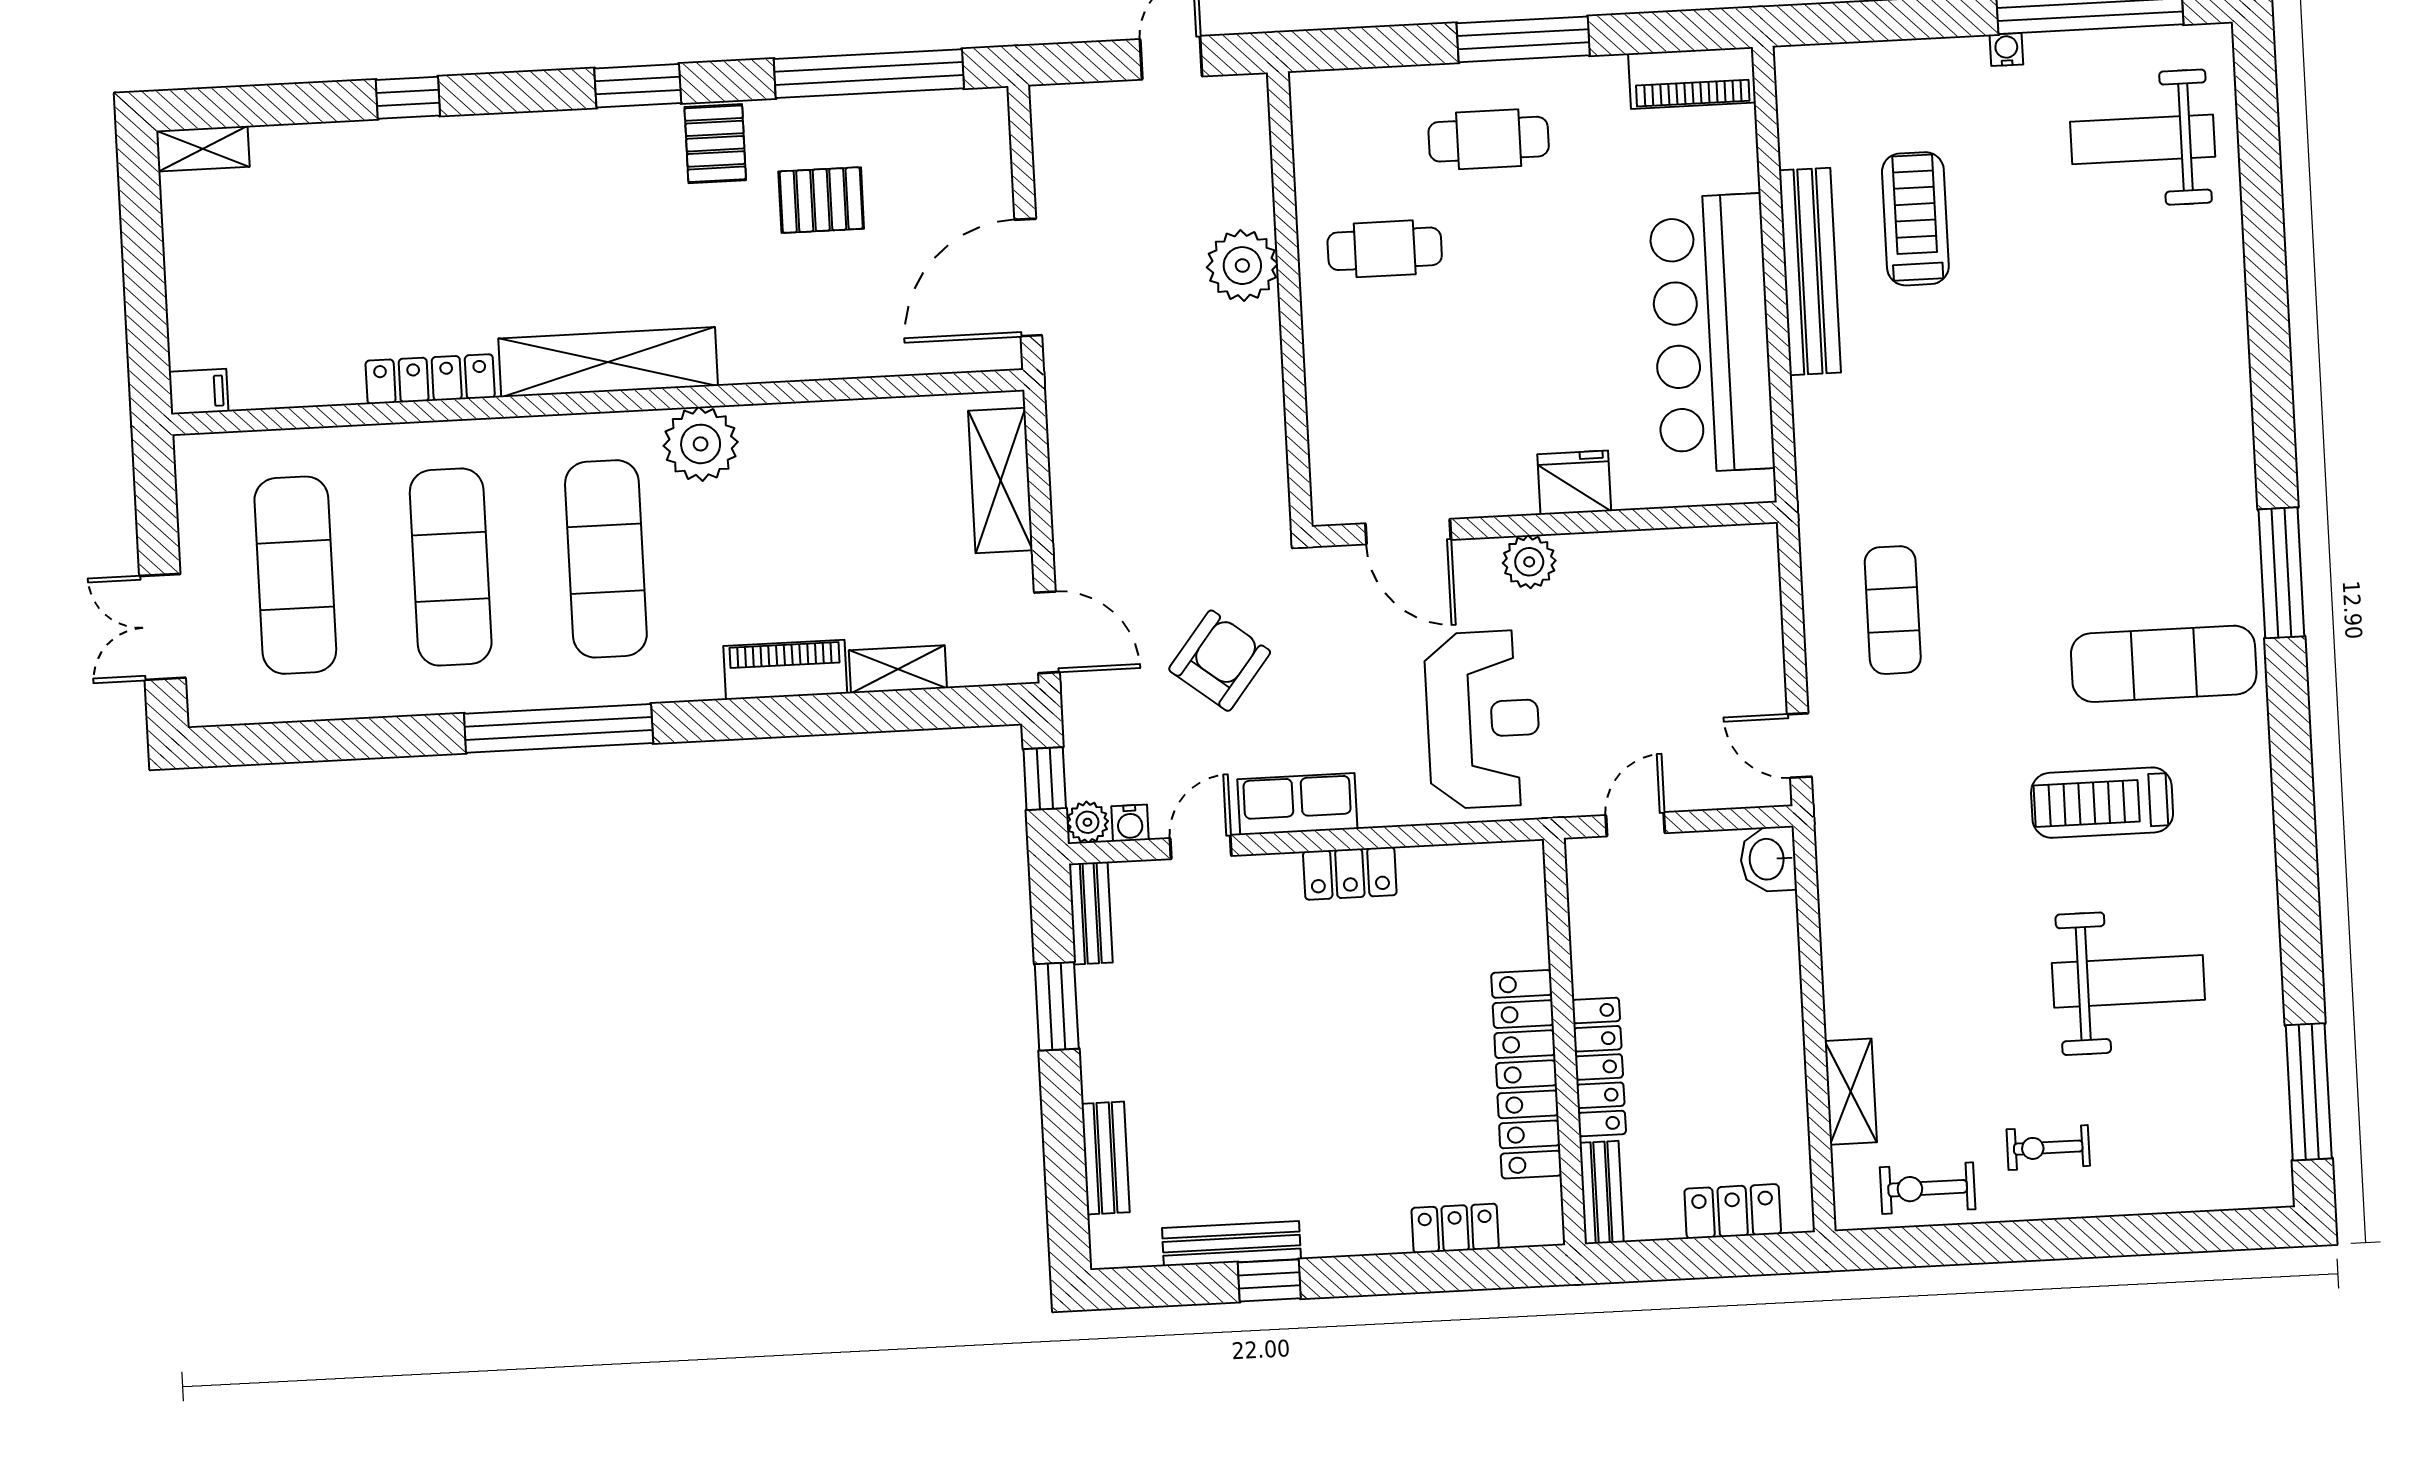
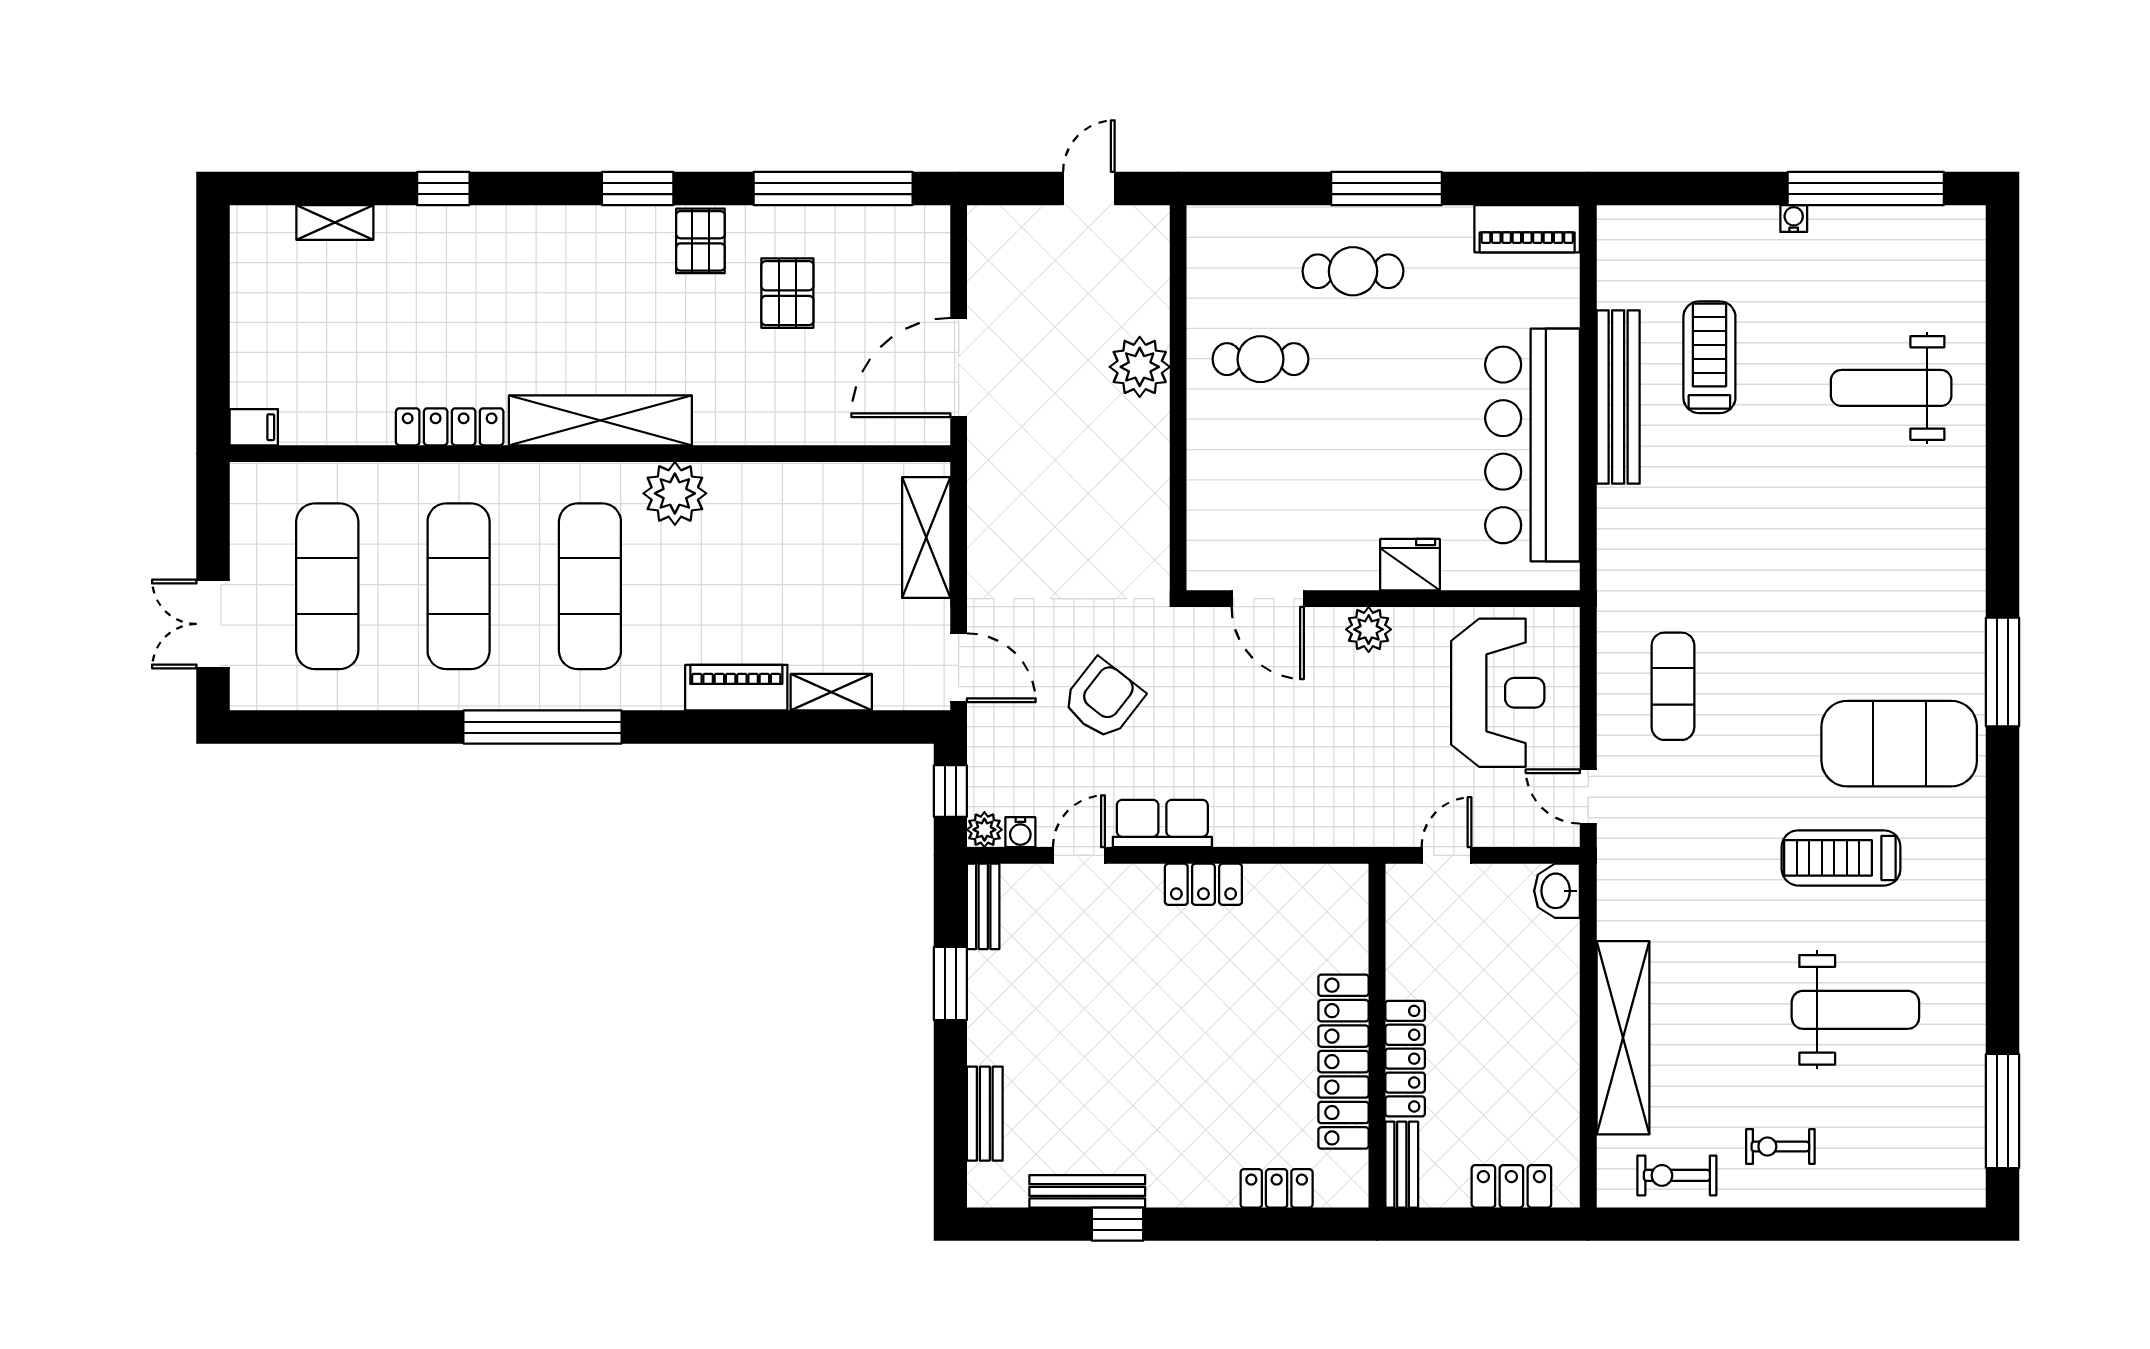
weight bench: (2143, 139) -> (1891, 388), moved
shelving: (203, 149) -> (335, 222), moved
pallet: (821, 200) -> (787, 293), turned 90
exercise mat: (2164, 664) -> (1899, 744), width x1.47
reception desk: (1483, 719) -> (1498, 693), moved
shelving: (1851, 1092) -> (1623, 1038), width x2.20, depth x1.33

